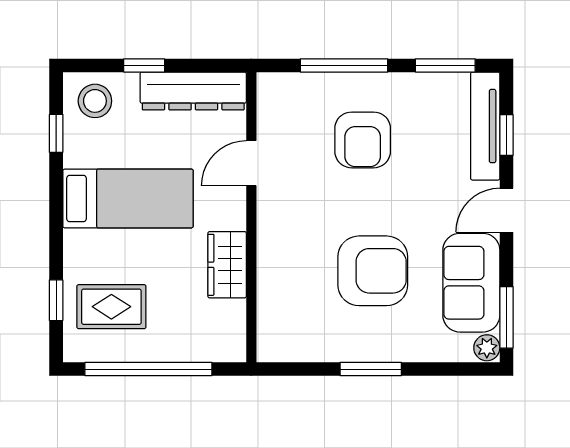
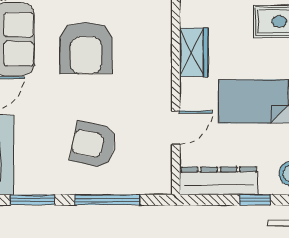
armchair: (363, 140) -> (93, 145), turned -78
armchair: (373, 271) -> (86, 48), turned -90

